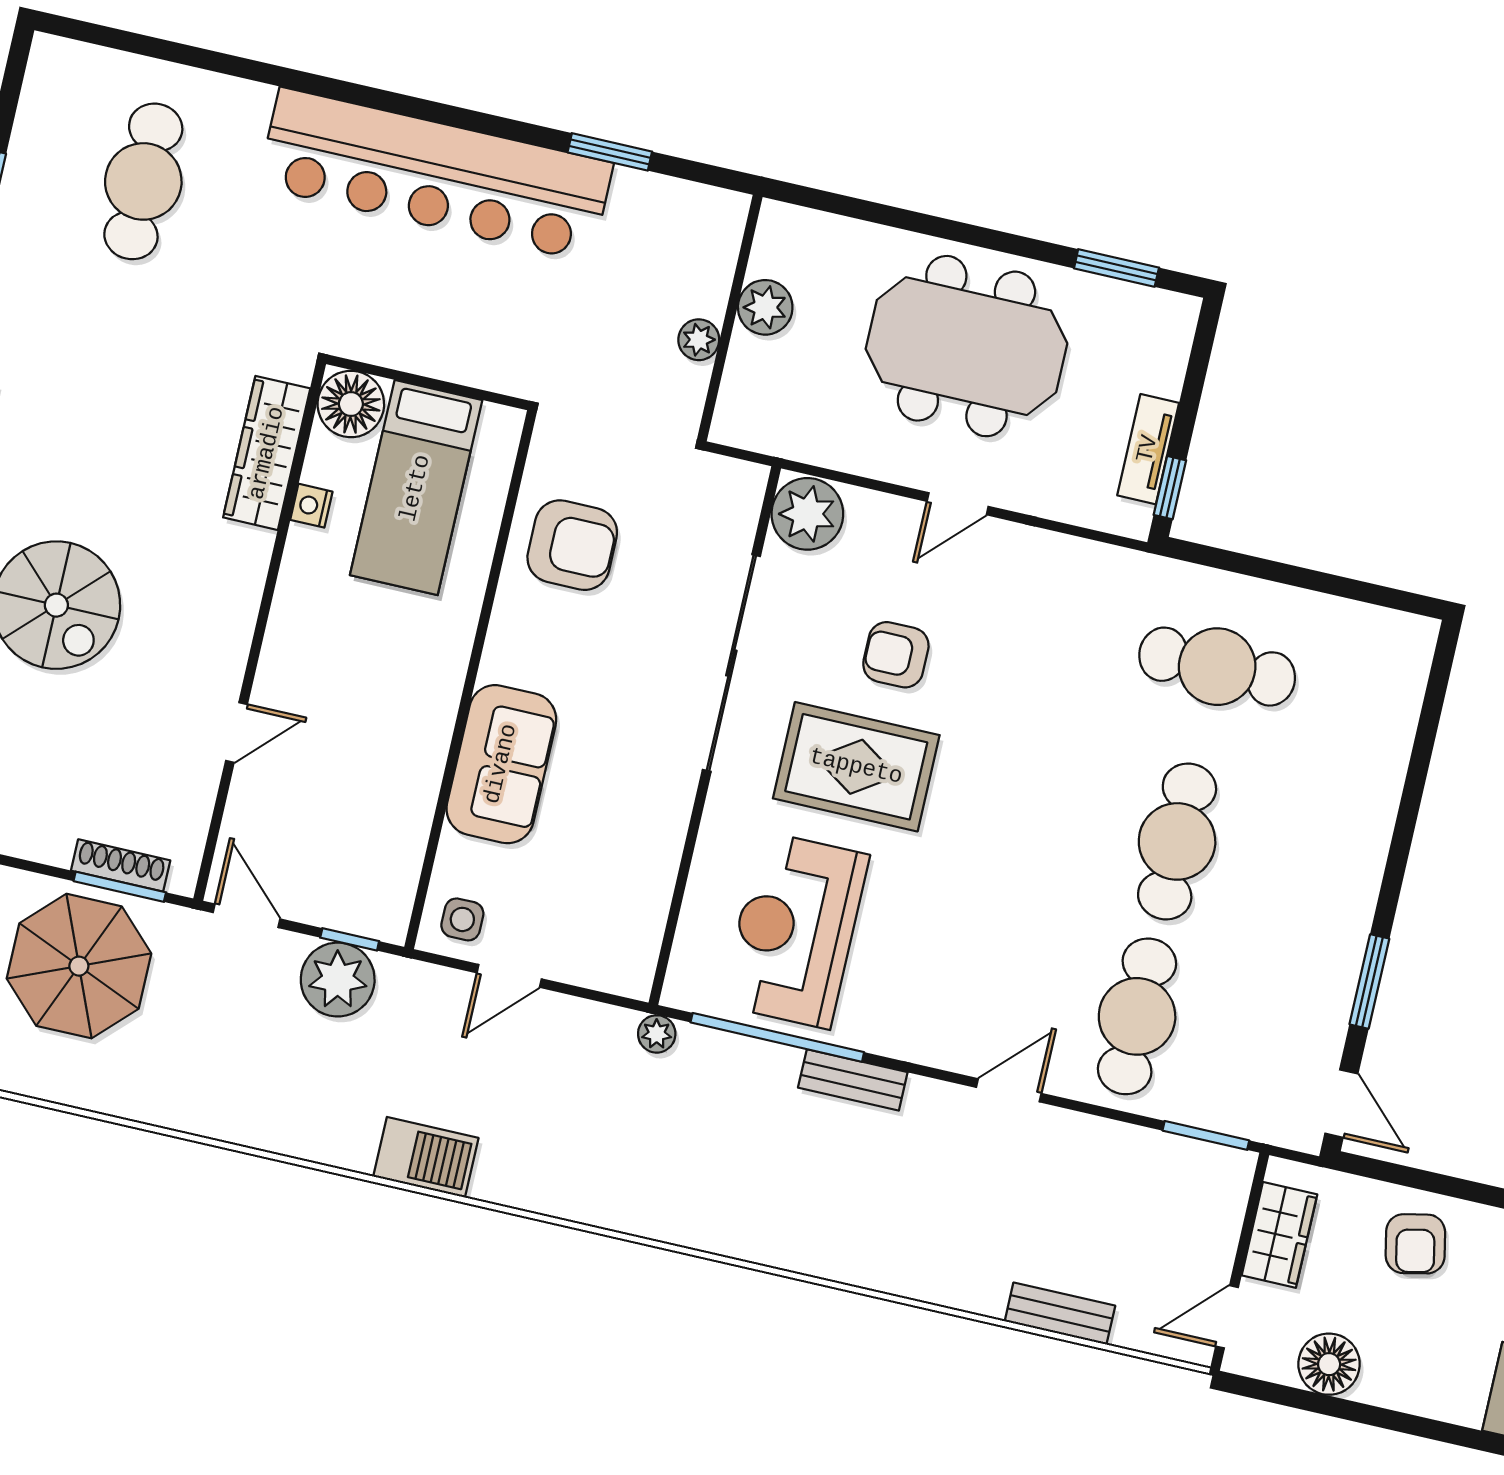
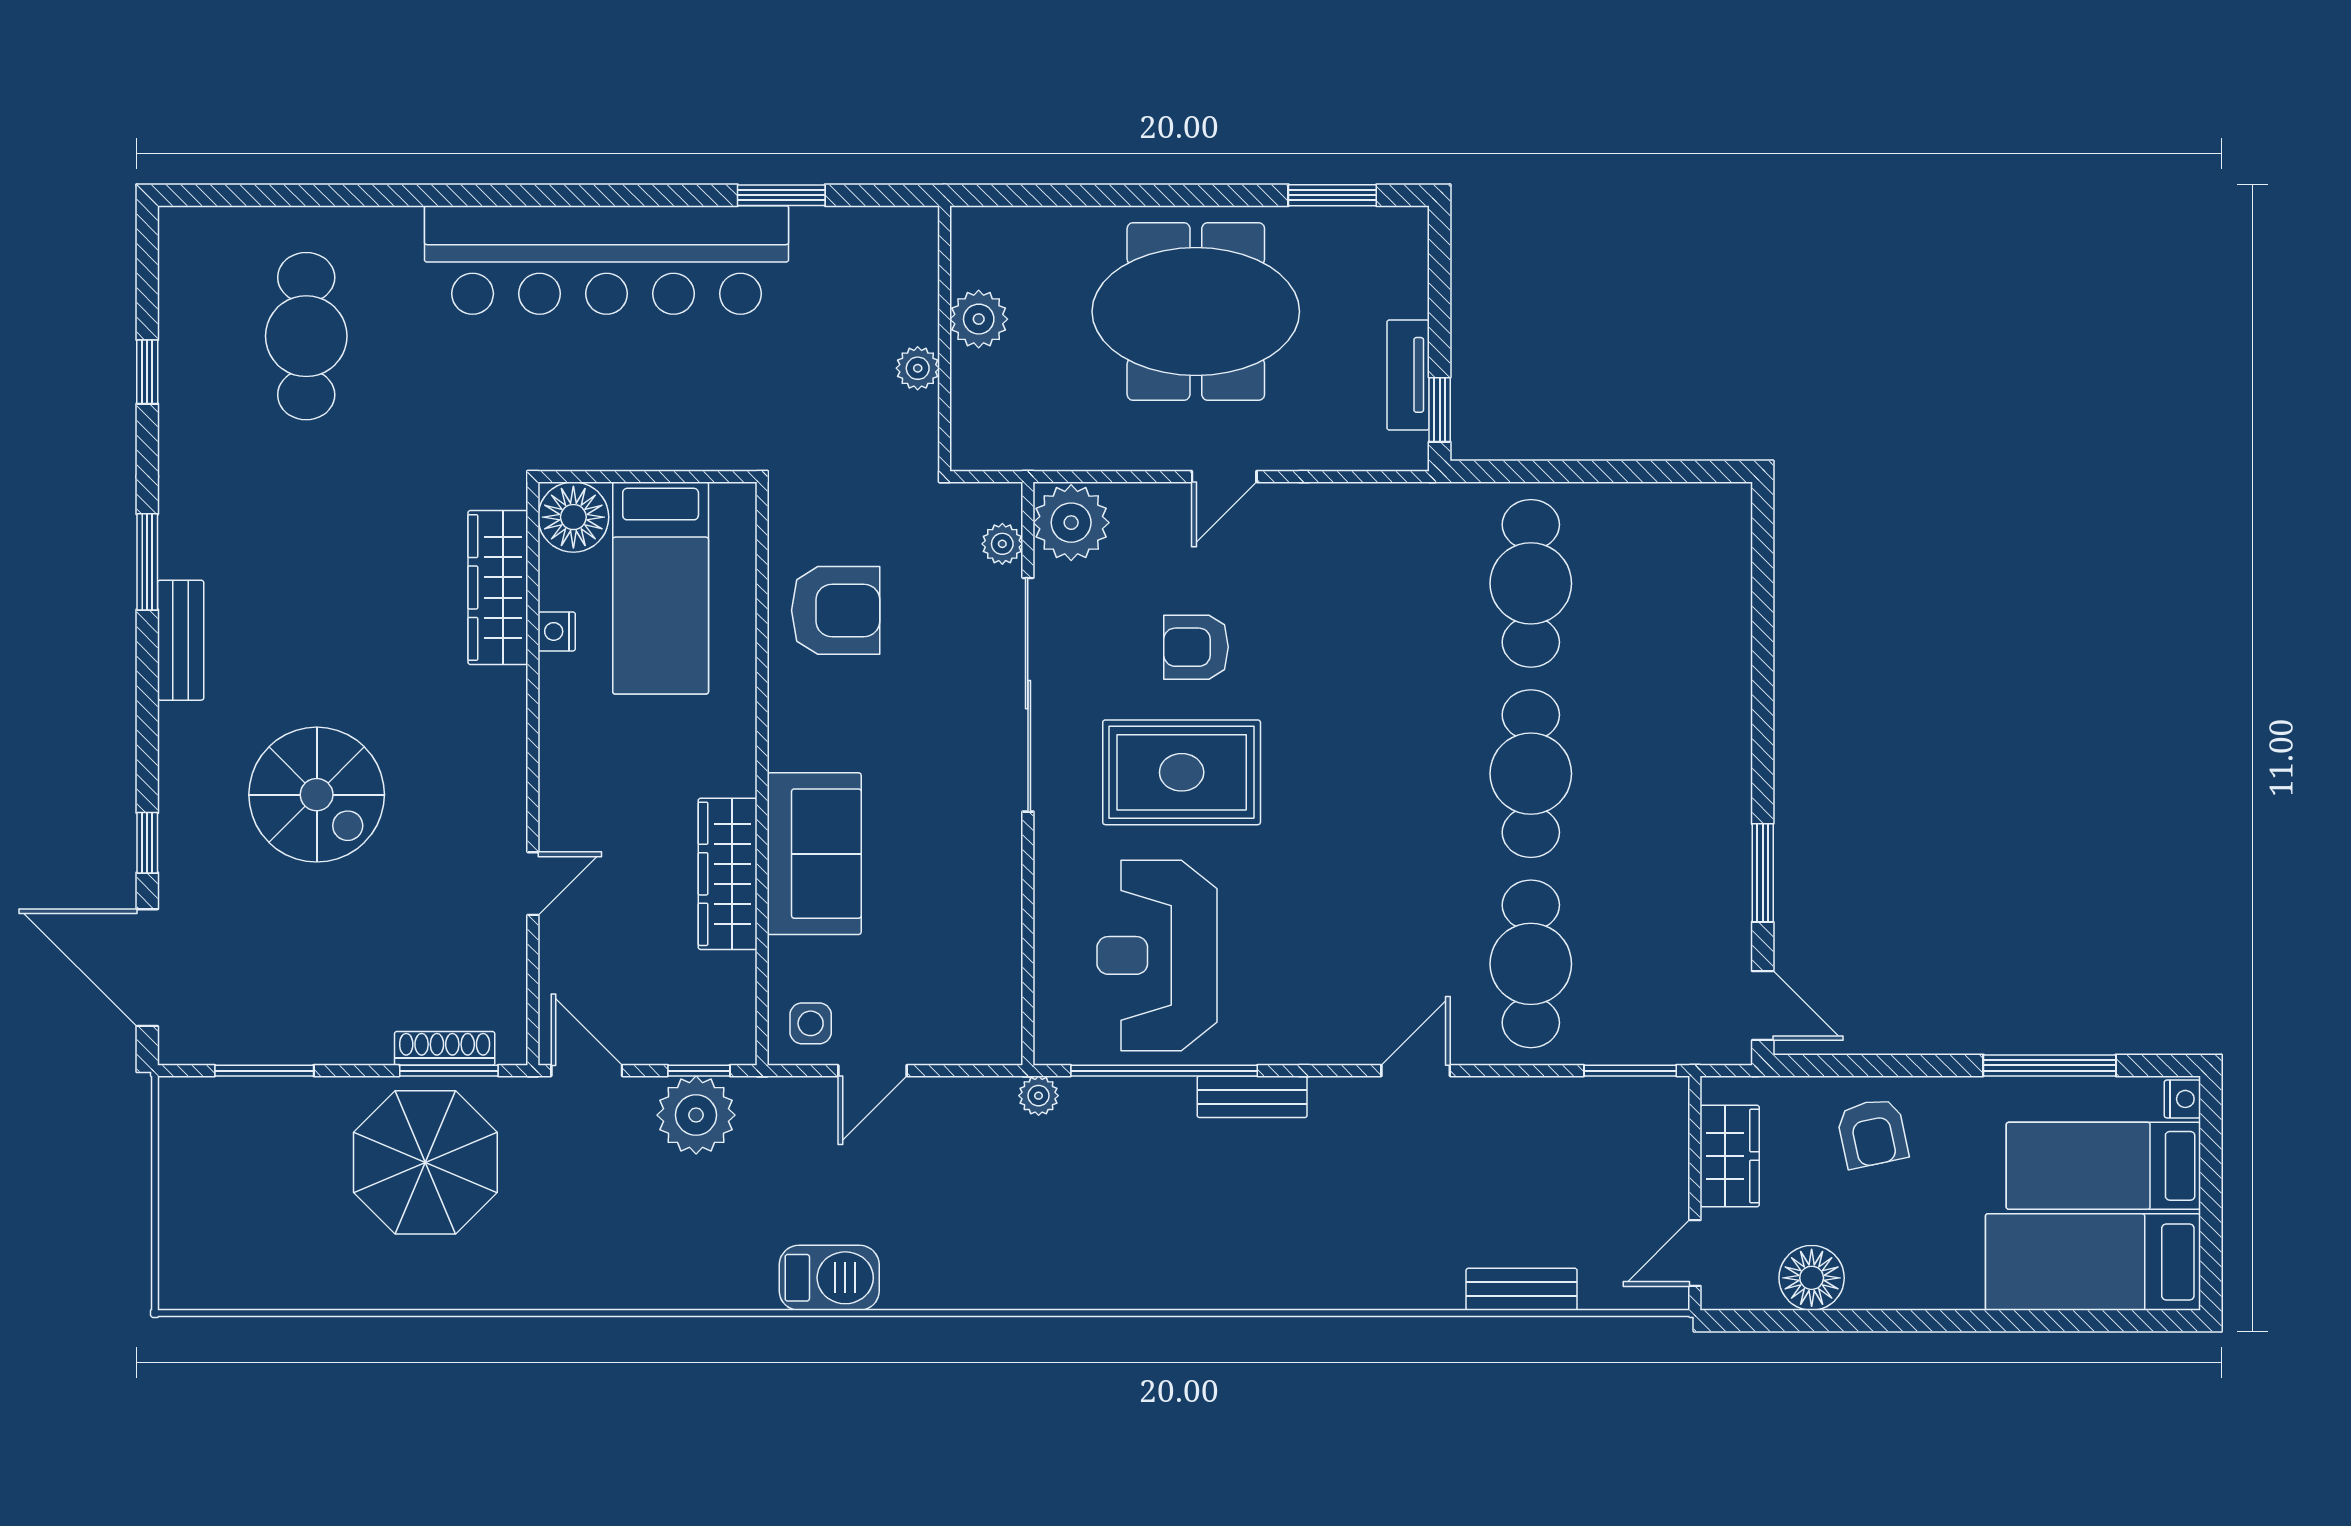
plant: (740, 519) -> (1002, 544), added
cafe table: (1217, 667) -> (1531, 583), turned 90
wardrobe: (418, 764) -> (728, 874), added

